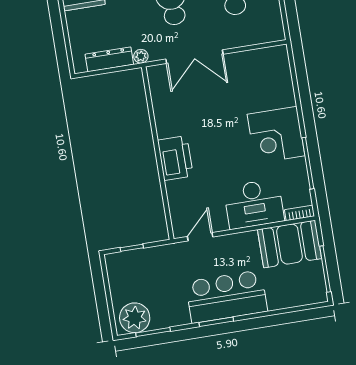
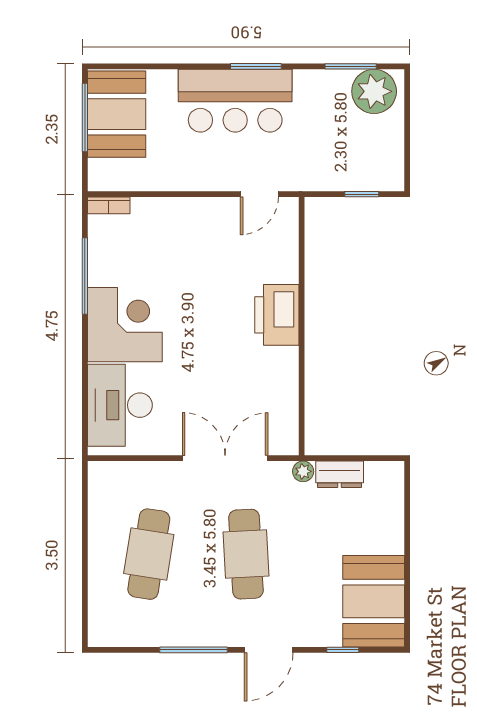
dresser: (109, 59) -> (340, 474), width x0.70
desk: (254, 204) -> (120, 405), moved, turned -90
booth: (289, 244) -> (117, 114), moved, turned 90

